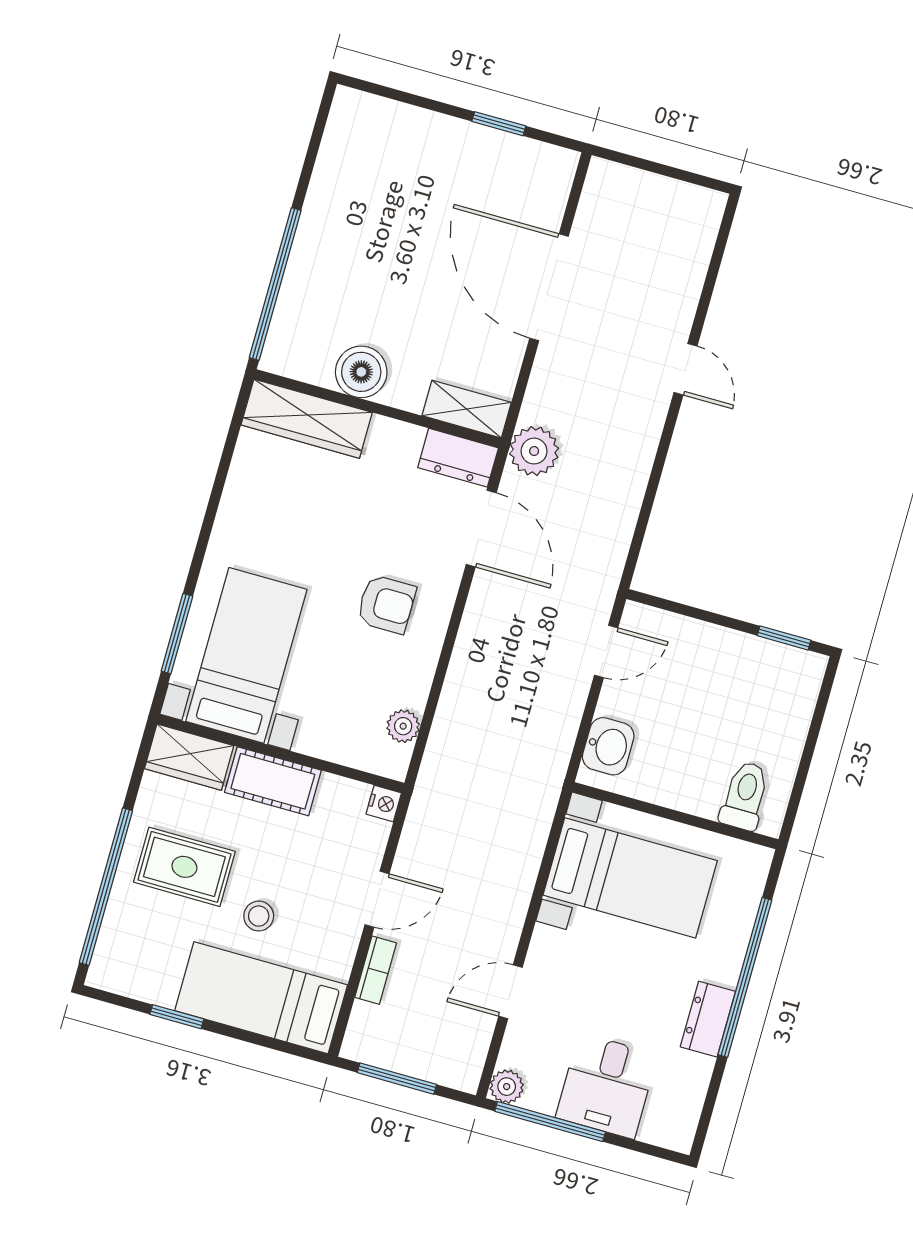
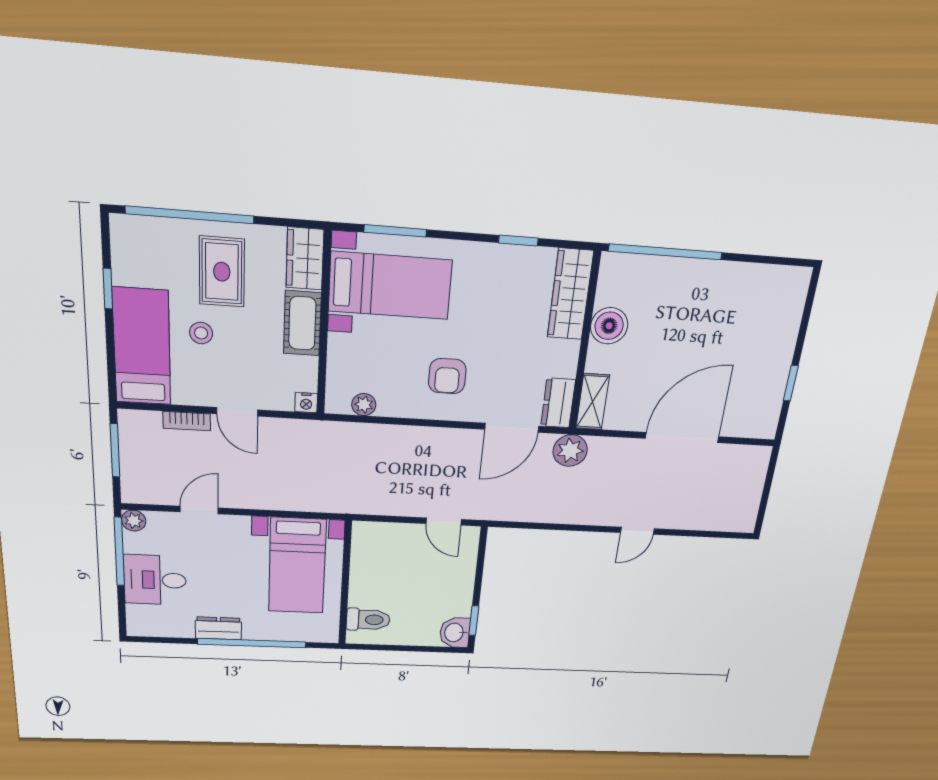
window: (221, 477) -> (518, 240), added
washbasin: (608, 746) -> (455, 632), moved, turned 90
door: (510, 992) -> (199, 510), hinge flipped

